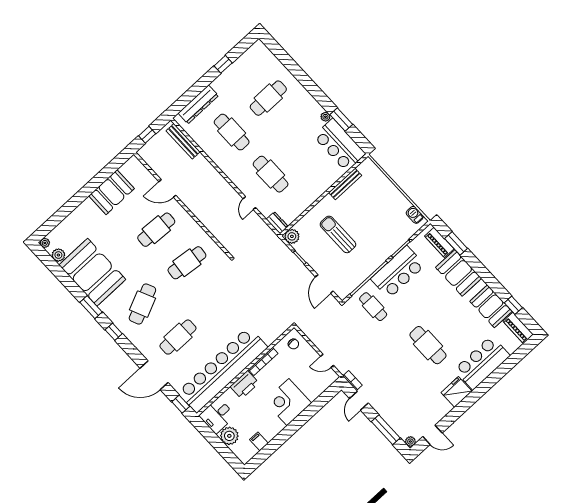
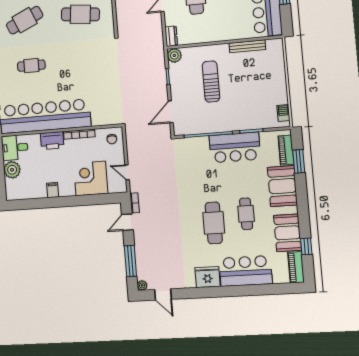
cafe table: (373, 307) -> (246, 214), moved
cafe table: (178, 337) -> (31, 66), width x0.73, depth x0.74
corner desk: (288, 402) -> (91, 178), moved
filing cabinet: (259, 441) -> (53, 190), moved

